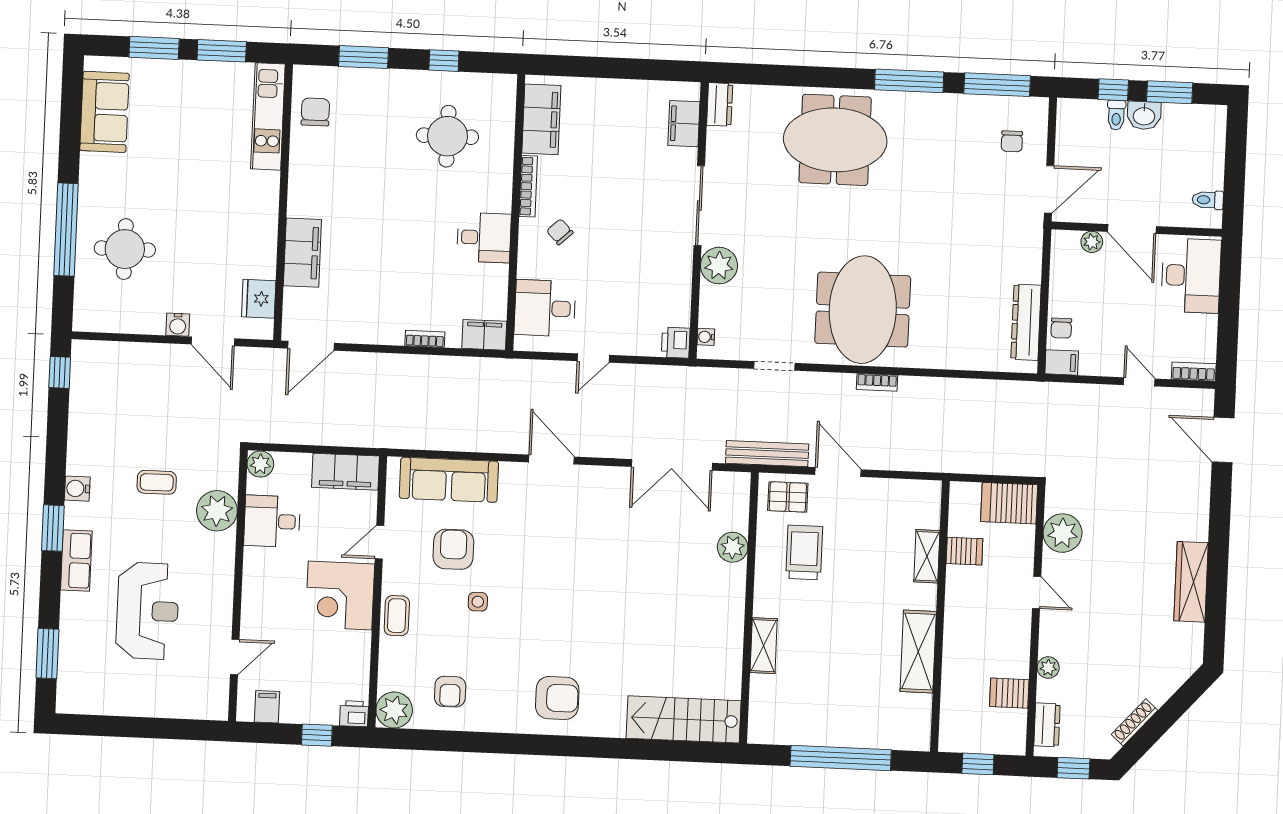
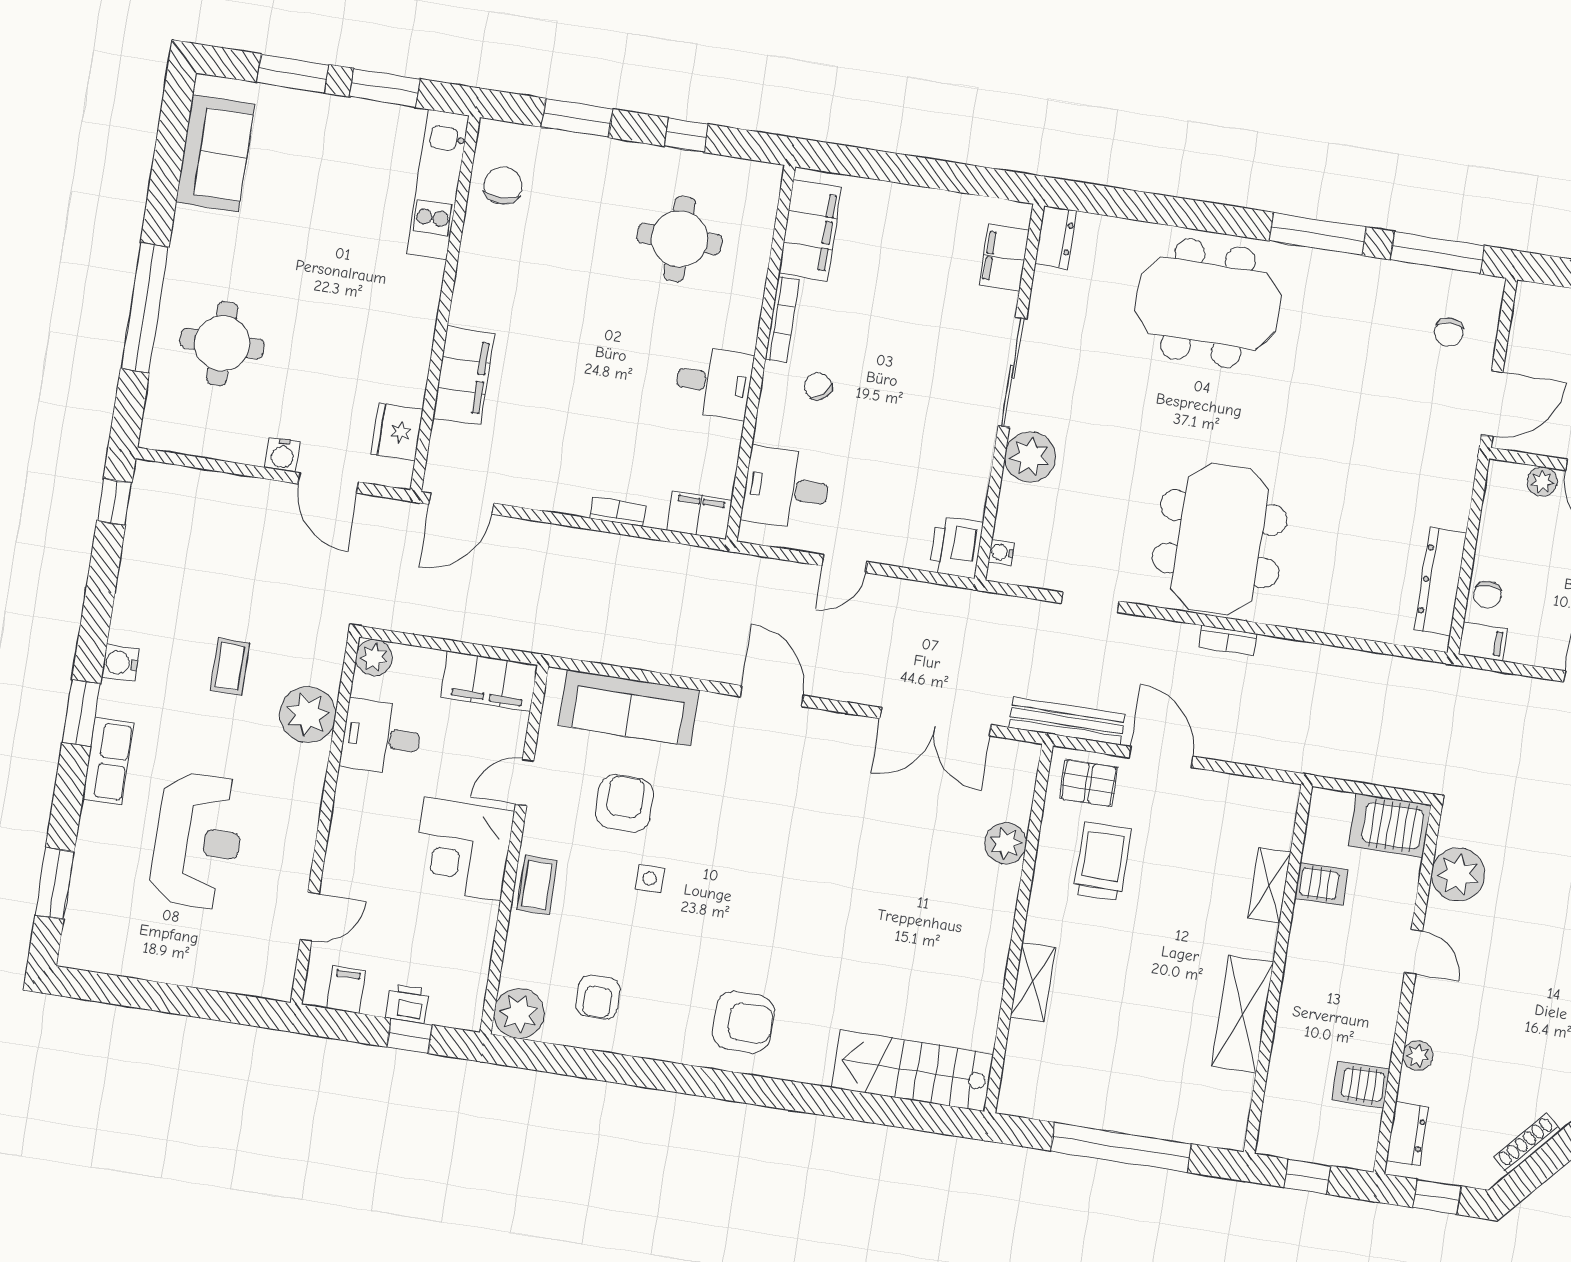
printer: (676, 343) -> (956, 547), width x1.36, depth x1.24
coffee table: (157, 482) -> (230, 667), turned 90
printer: (354, 714) -> (407, 1004), moved

